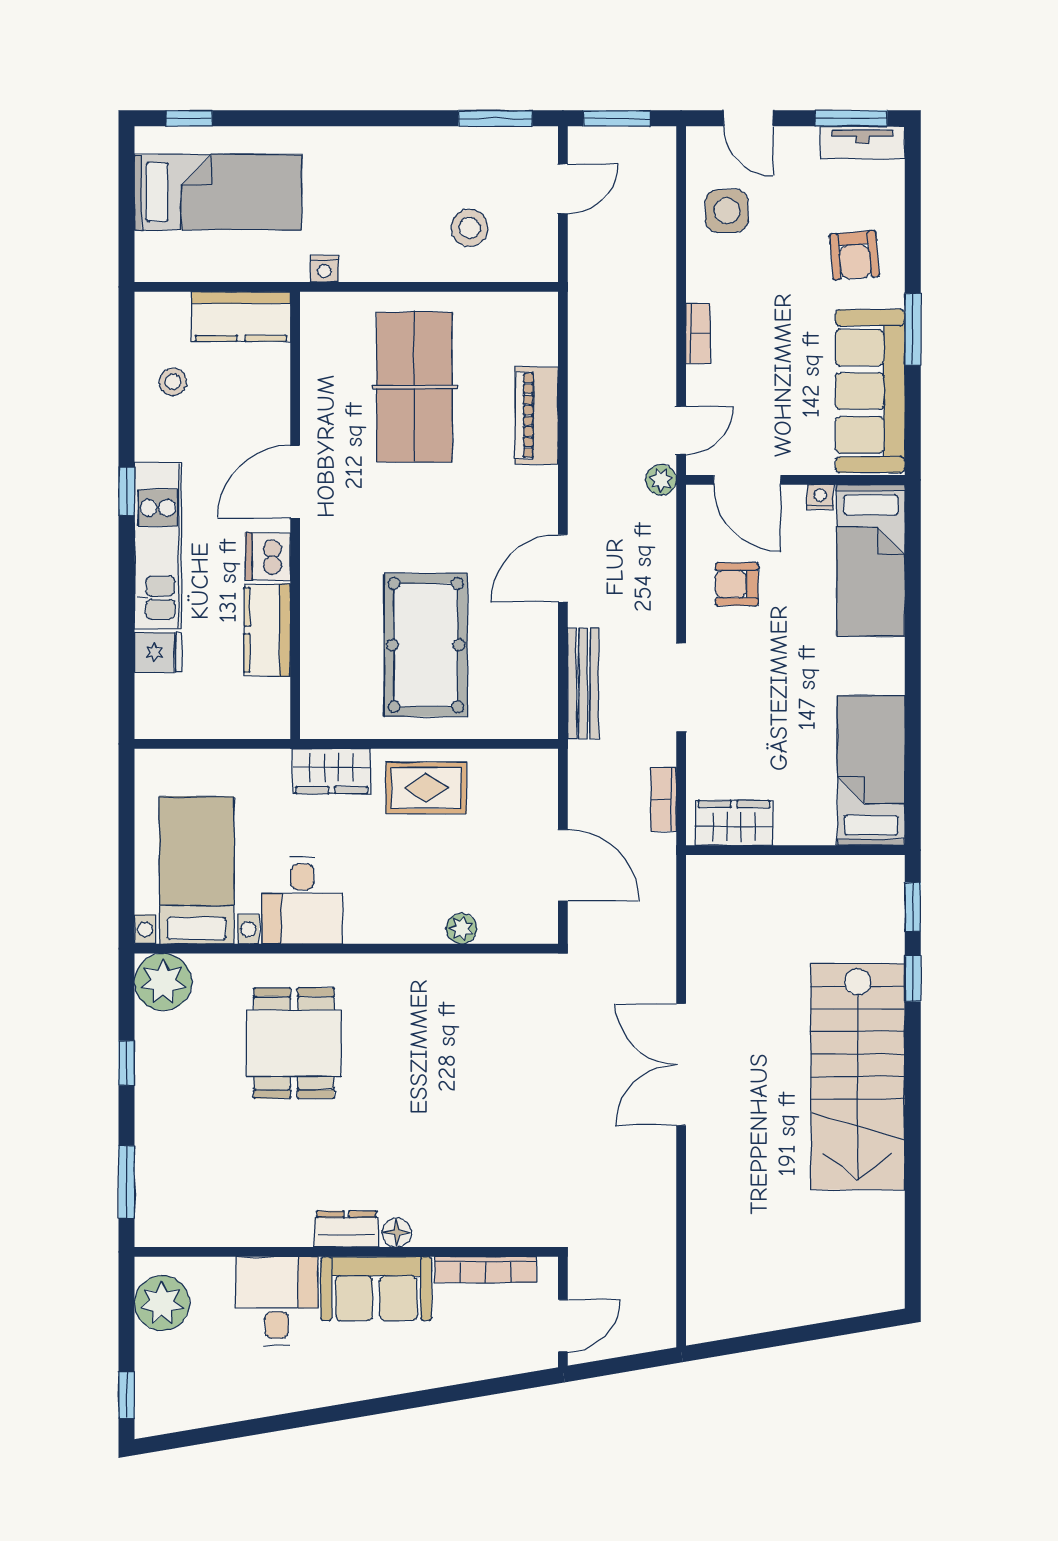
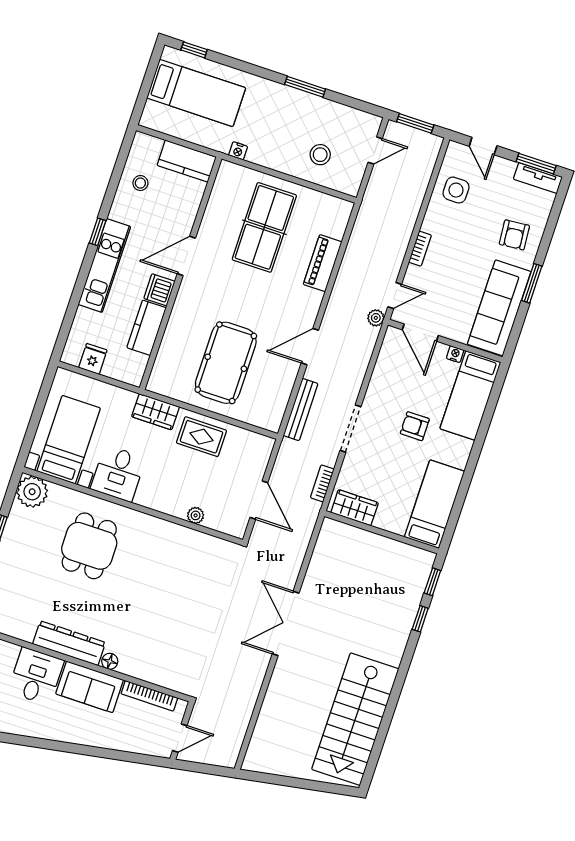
window: (495, 118) -> (305, 87), moved
armchair: (737, 584) -> (415, 426), moved
fridge: (158, 652) -> (93, 359), moved, turned -90
stairs: (858, 1077) -> (355, 719), moved
dresser: (346, 1229) -> (69, 643), width x1.96, depth x1.24

